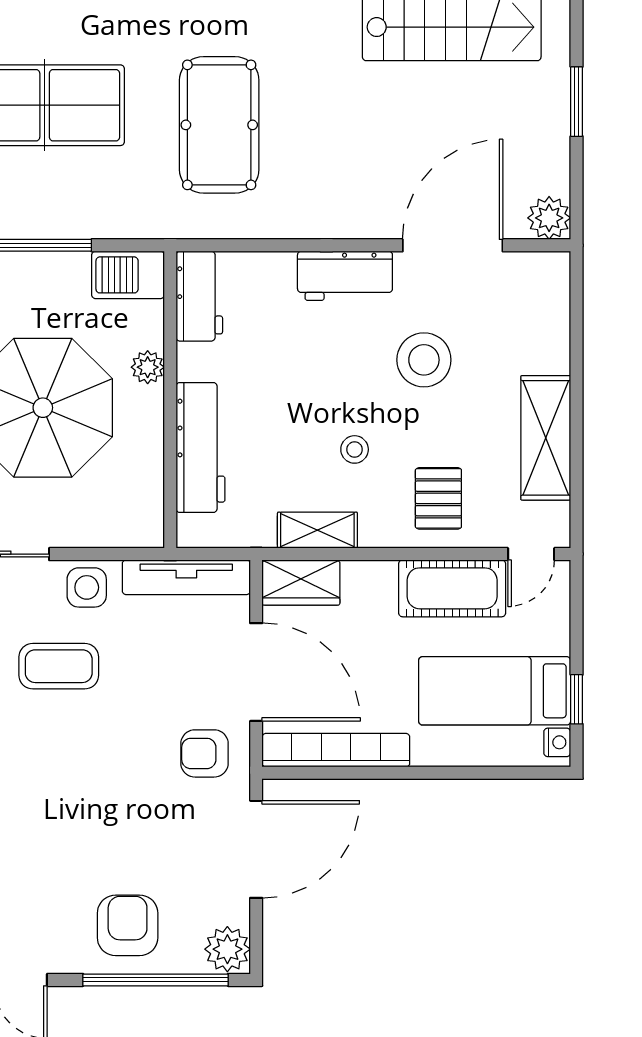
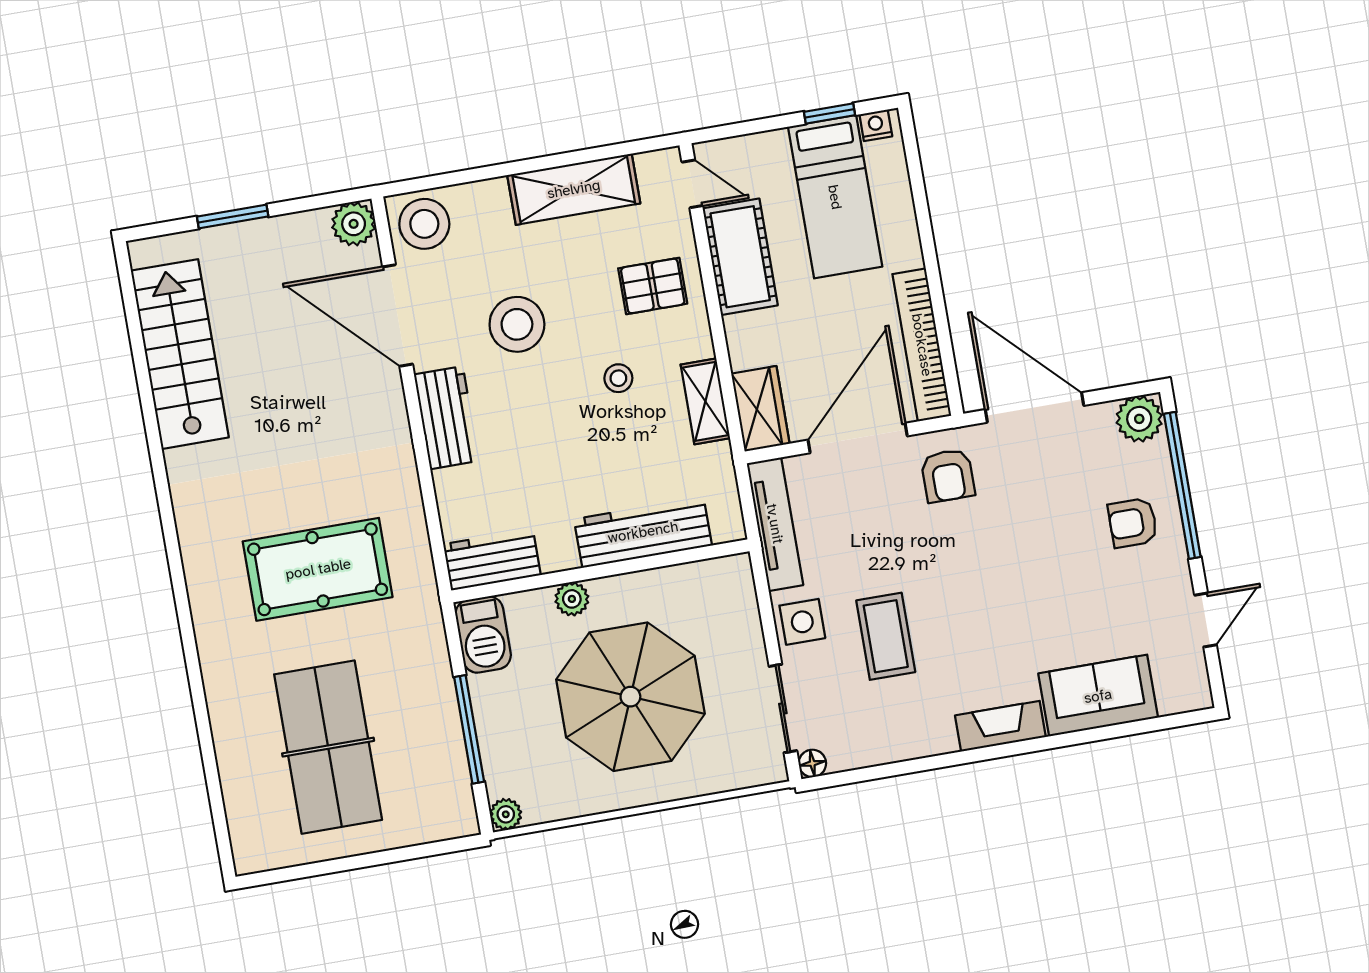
stool: (537, 287) -> (424, 224), added
armchair: (128, 925) -> (1133, 523), width x0.72, depth x0.72

